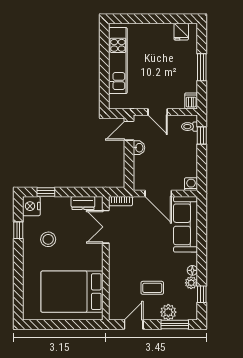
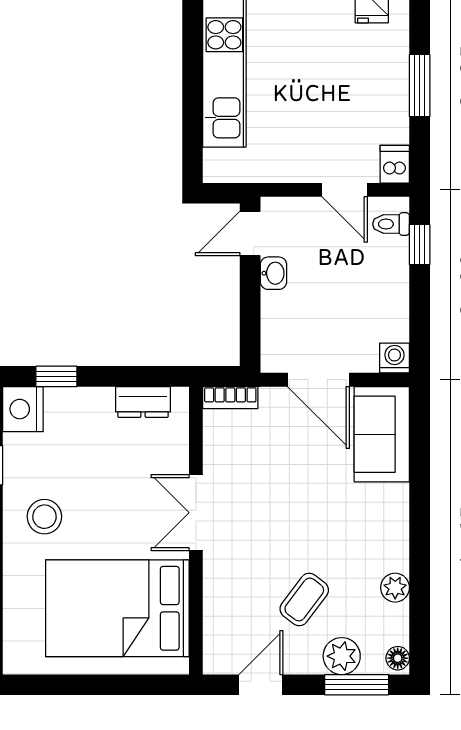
door: (158, 112) -> (345, 190), moved
sofa: (186, 224) -> (382, 434), width x0.73
double door: (106, 227) -> (196, 513), moved
stool: (48, 239) -> (44, 517), moved
floor lamp: (192, 270) -> (398, 658), moved
coffee table: (152, 288) -> (304, 599), turned -53
window: (202, 294) -> (420, 614), removed

